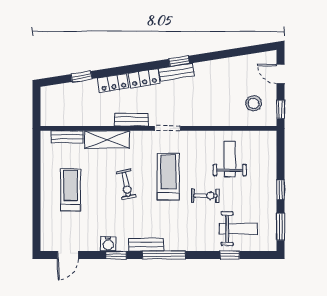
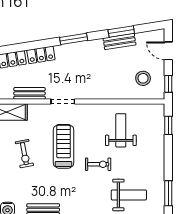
window: (230, 53) -> (121, 31), added
window: (179, 61) -> (74, 39), width x1.50
bench: (177, 72) -> (119, 41), moved
window: (281, 190) -> (168, 125), moved

